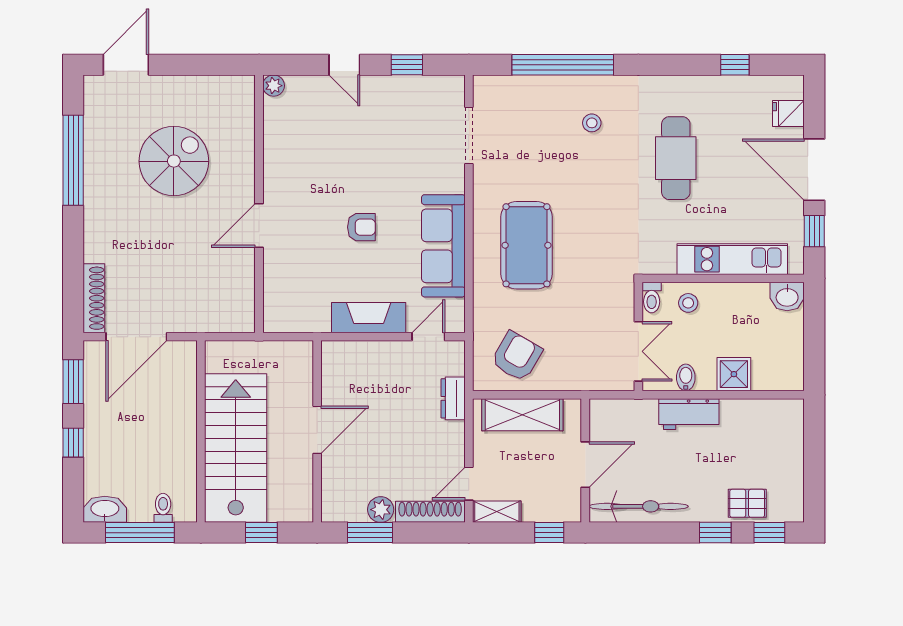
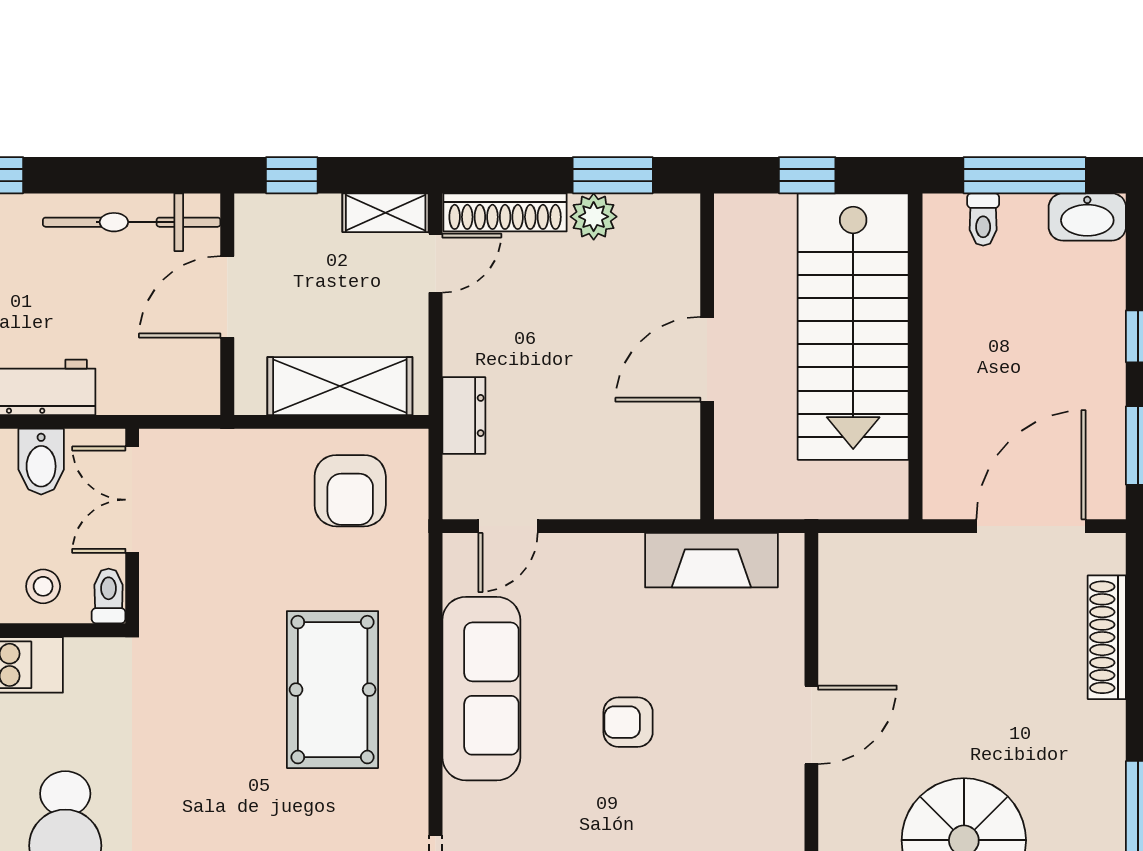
shoe rack: (94, 298) -> (1107, 637), moved
fireplace: (369, 318) -> (711, 560), moved
armchair: (517, 356) -> (350, 491), turned -30
bidet: (686, 377) -> (41, 462), width x1.38, depth x1.36

